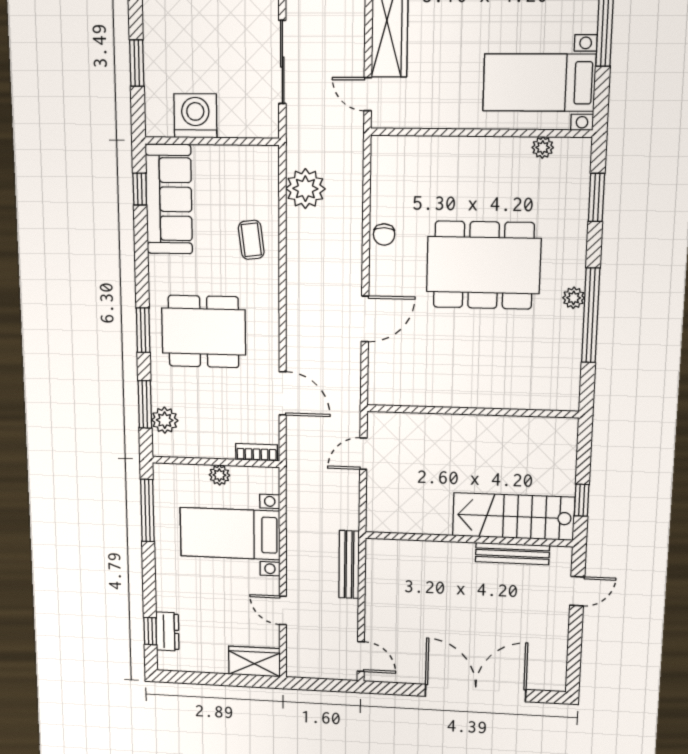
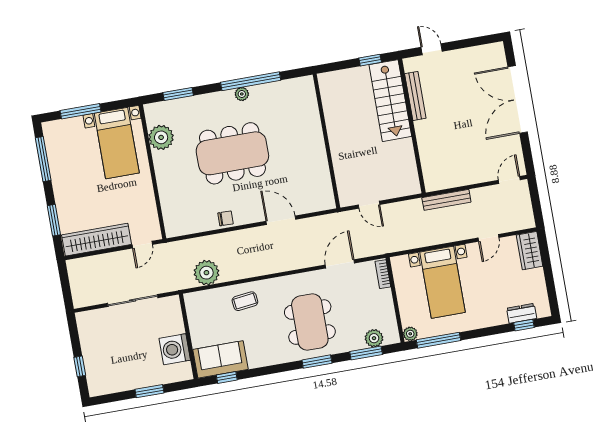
plant: (543, 148) -> (161, 137), width x1.88, depth x1.88
sofa: (169, 199) -> (221, 359), width x0.73
dining table: (483, 265) -> (232, 153), turned 90
plant: (219, 475) -> (410, 334), moved

